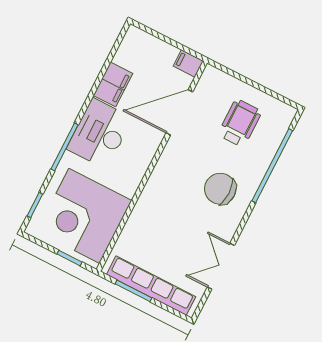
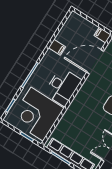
filing cabinet: (113, 84) -> (57, 47), width x0.50
desk: (100, 133) -> (63, 87), moved, turned 180

